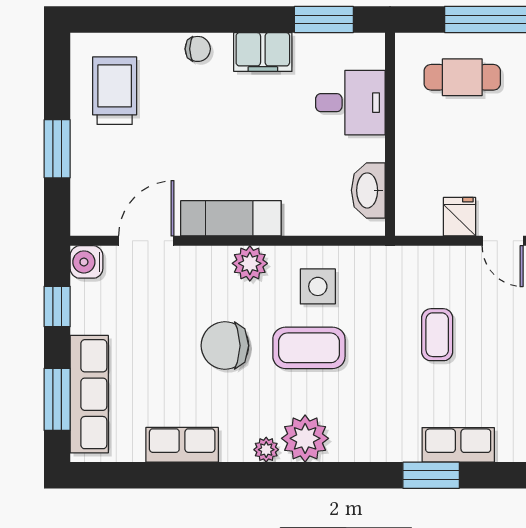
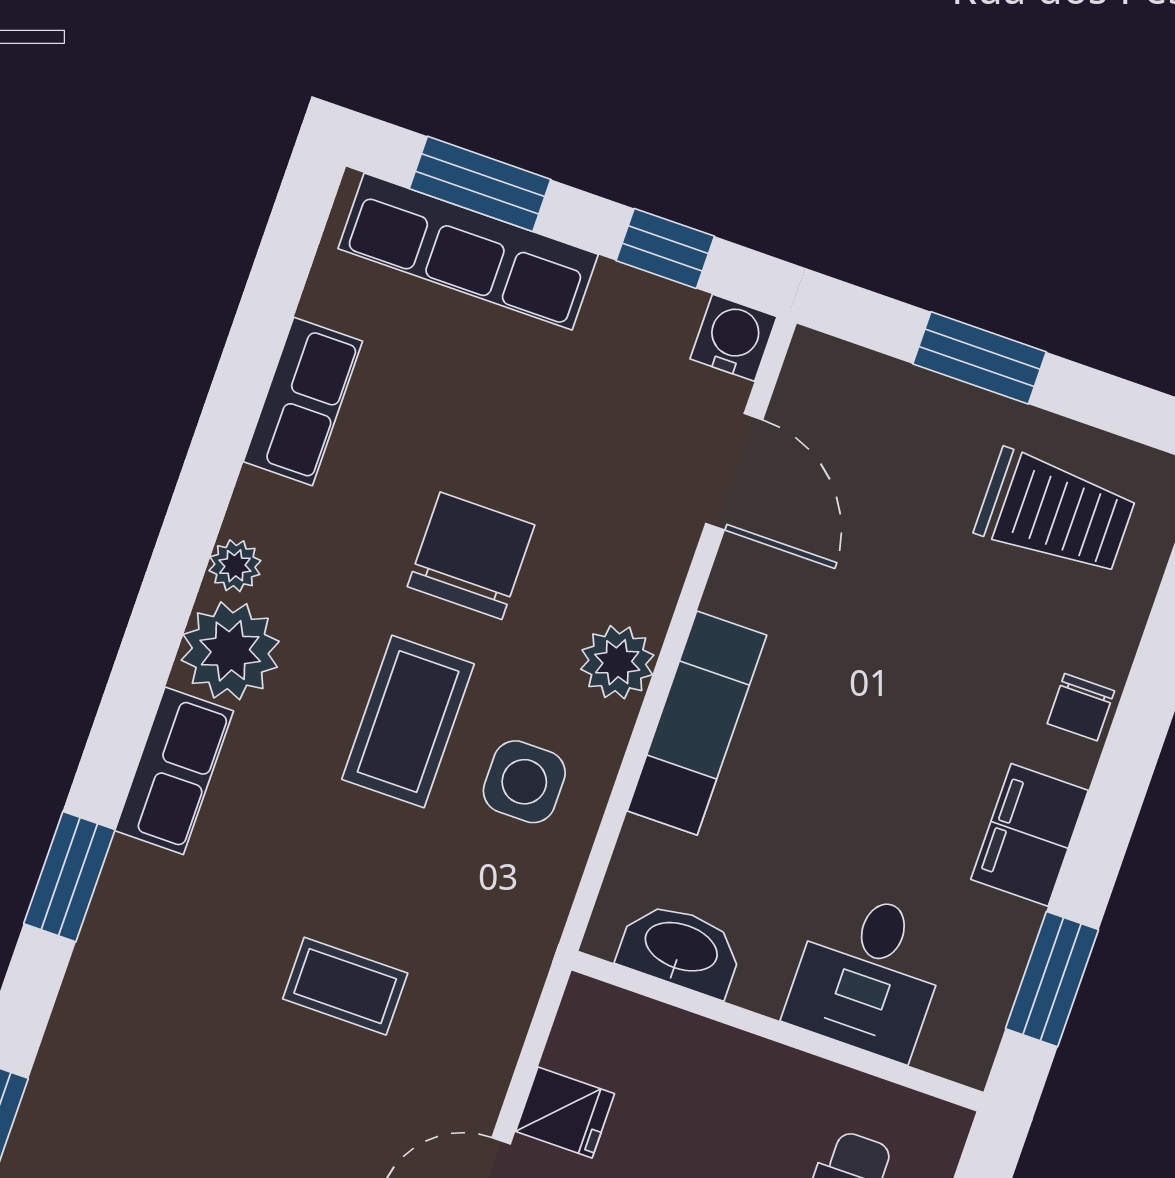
exam couch: (231, 218) -> (697, 723), moved
row of seats: (458, 445) -> (174, 771), moved

